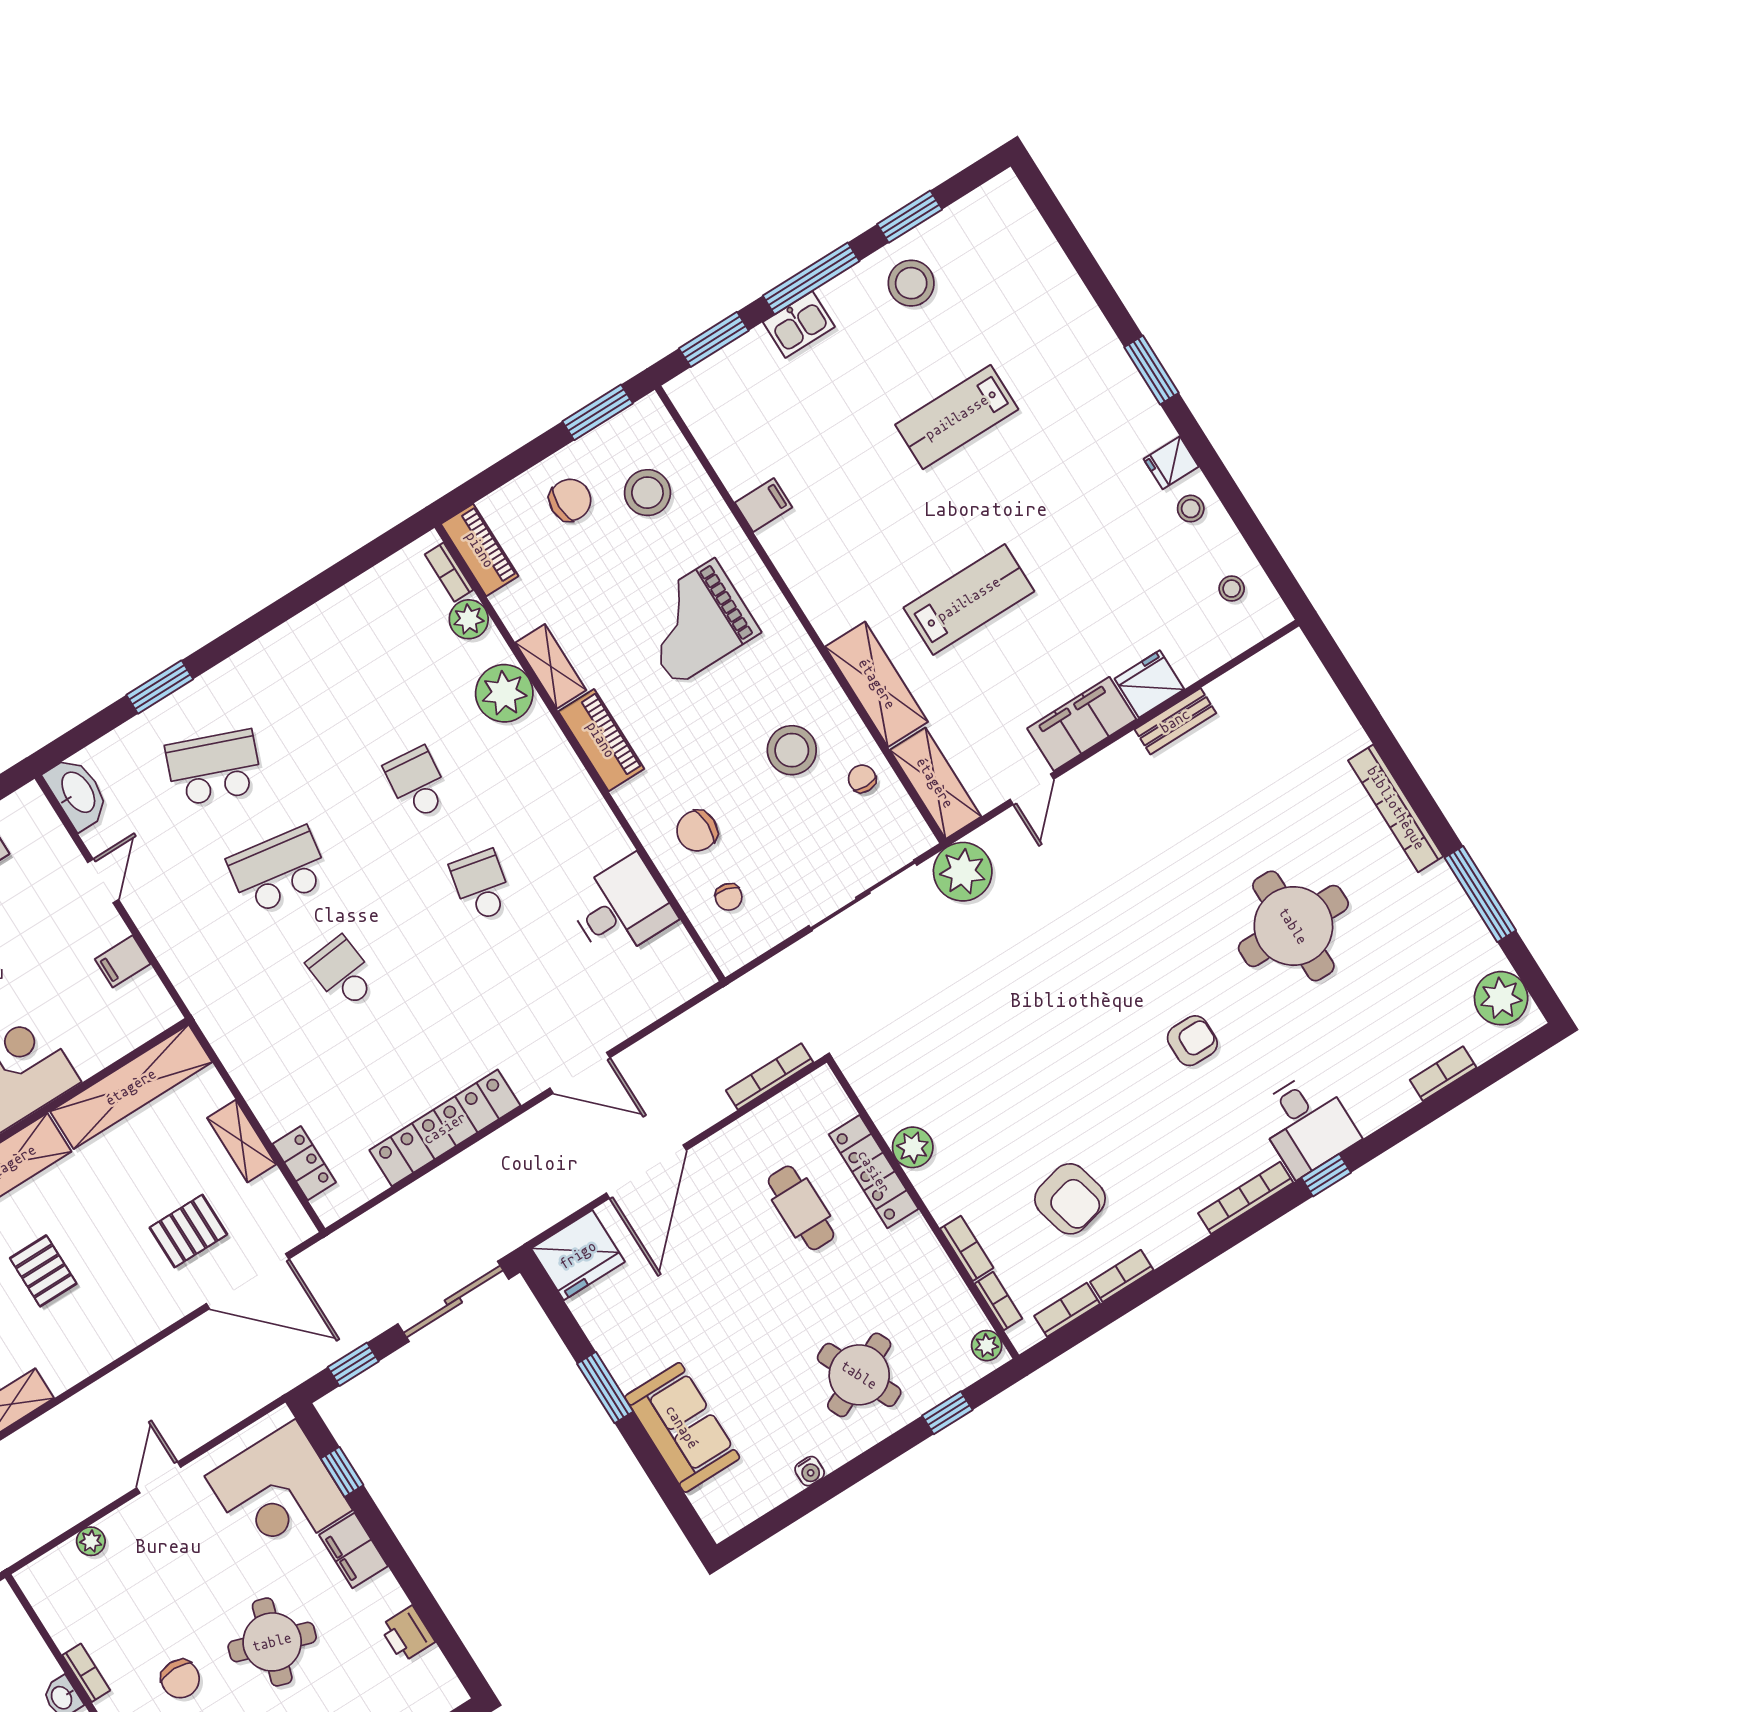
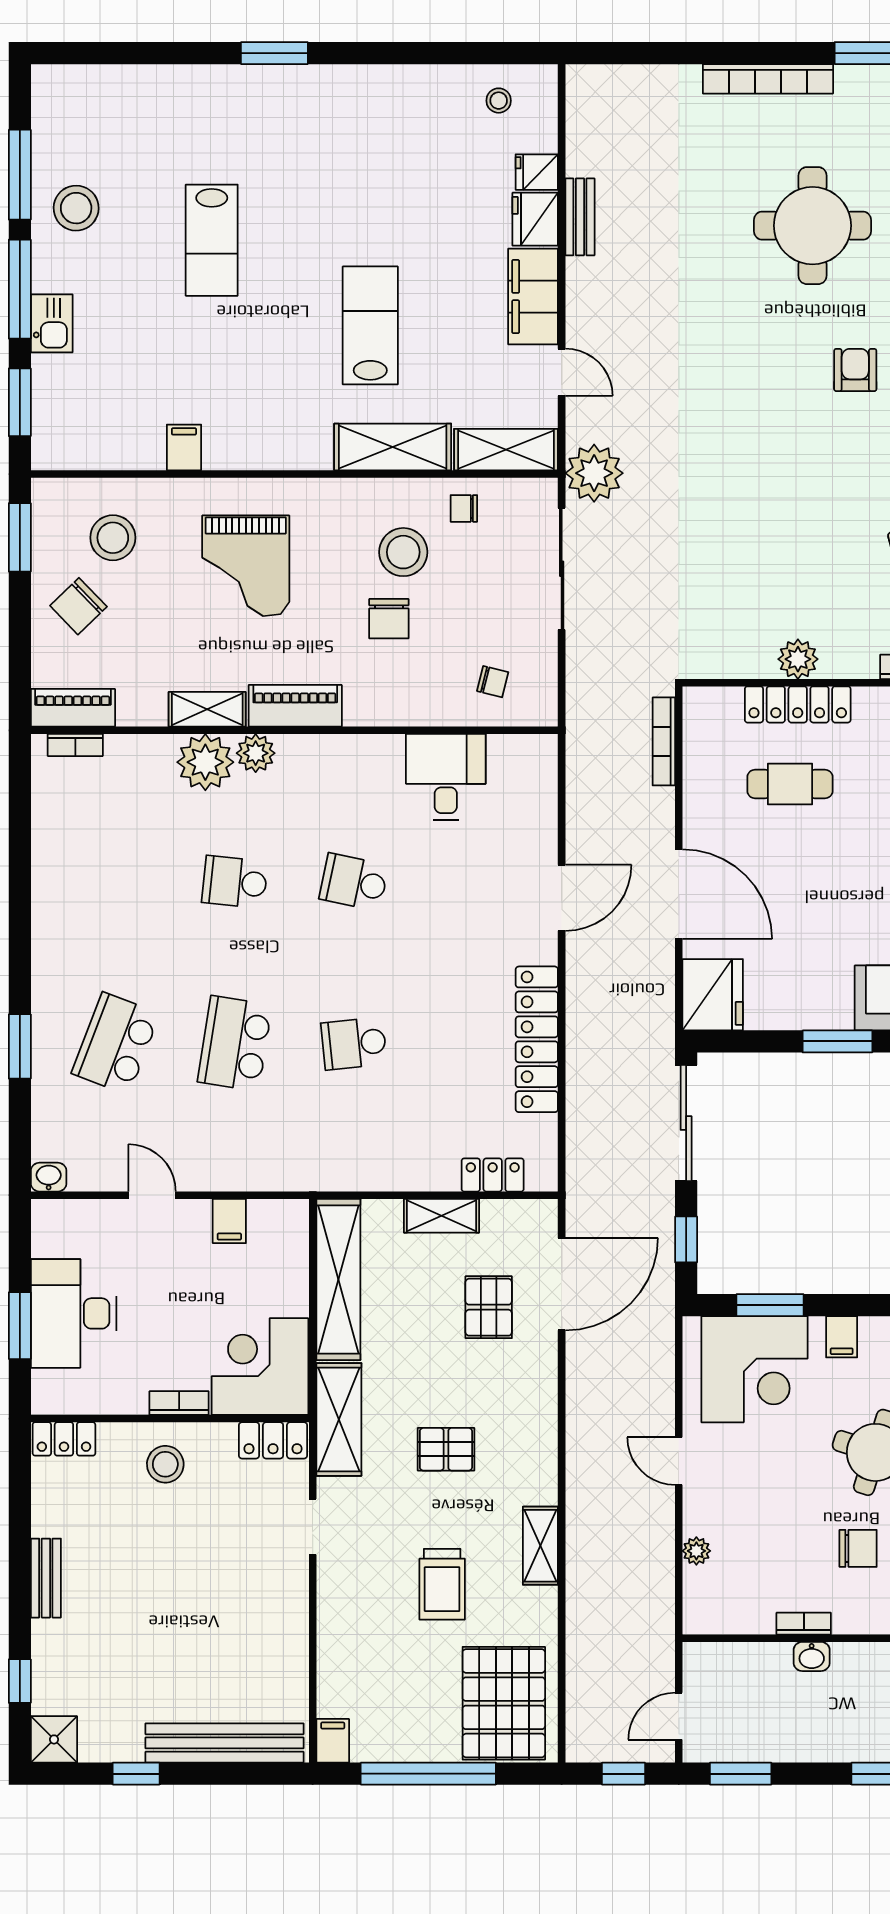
window: (910, 217) -> (20, 175), width x1.44
fridge: (1171, 463) -> (537, 172), moved, turned 90
chair: (570, 500) -> (78, 606), turned -134
stool: (1191, 509) -> (410, 93), removed
plant: (469, 619) -> (256, 753), moved
washbasin: (77, 793) -> (49, 1177), width x0.52, depth x0.69
chair: (697, 831) -> (389, 619), moved
window: (342, 1472) -> (770, 1305), width x1.50
filing cabinet: (353, 1551) -> (842, 1337), width x0.50

